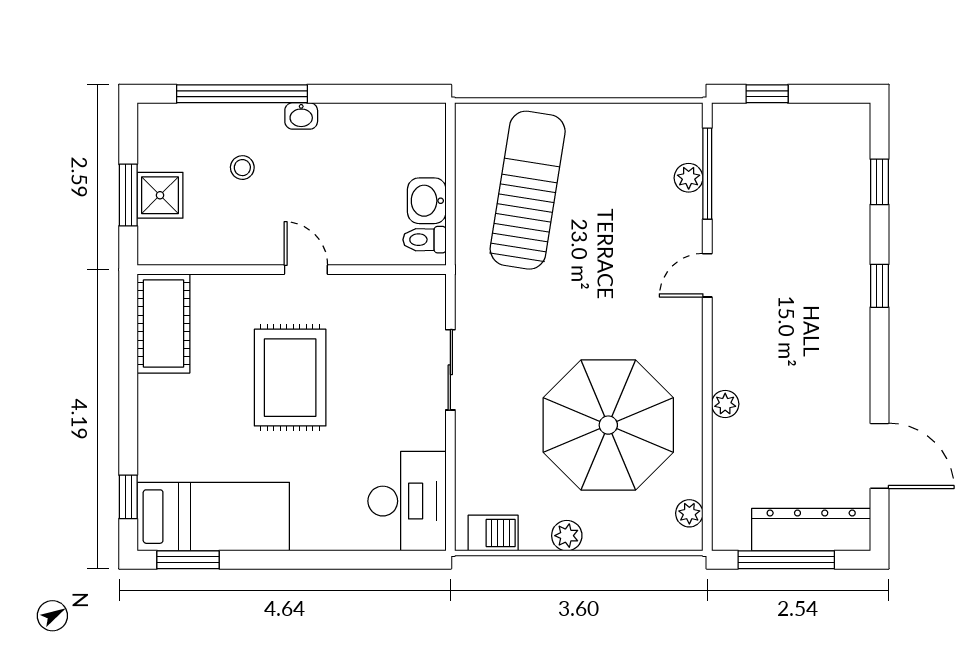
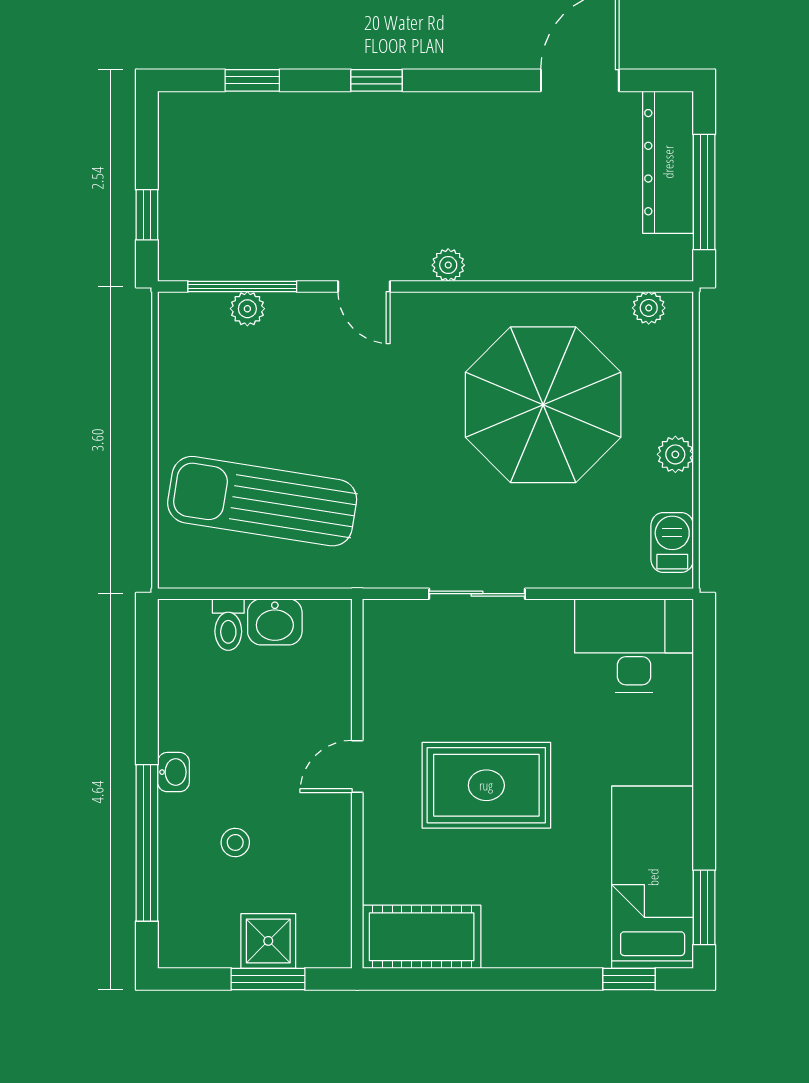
toilet: (424, 240) -> (228, 625), moved
plant: (725, 404) -> (448, 265), moved

